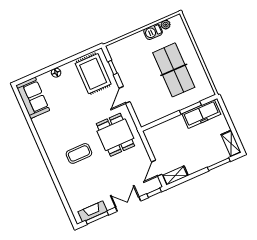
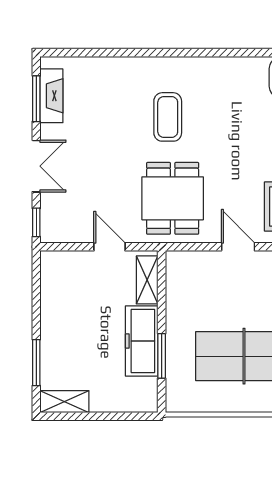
freezer: (201, 114) -> (142, 341), moved
dining table: (115, 135) -> (173, 198), turned 90
door: (157, 168) -> (110, 247), moved
shelving: (175, 176) -> (147, 280), moved

